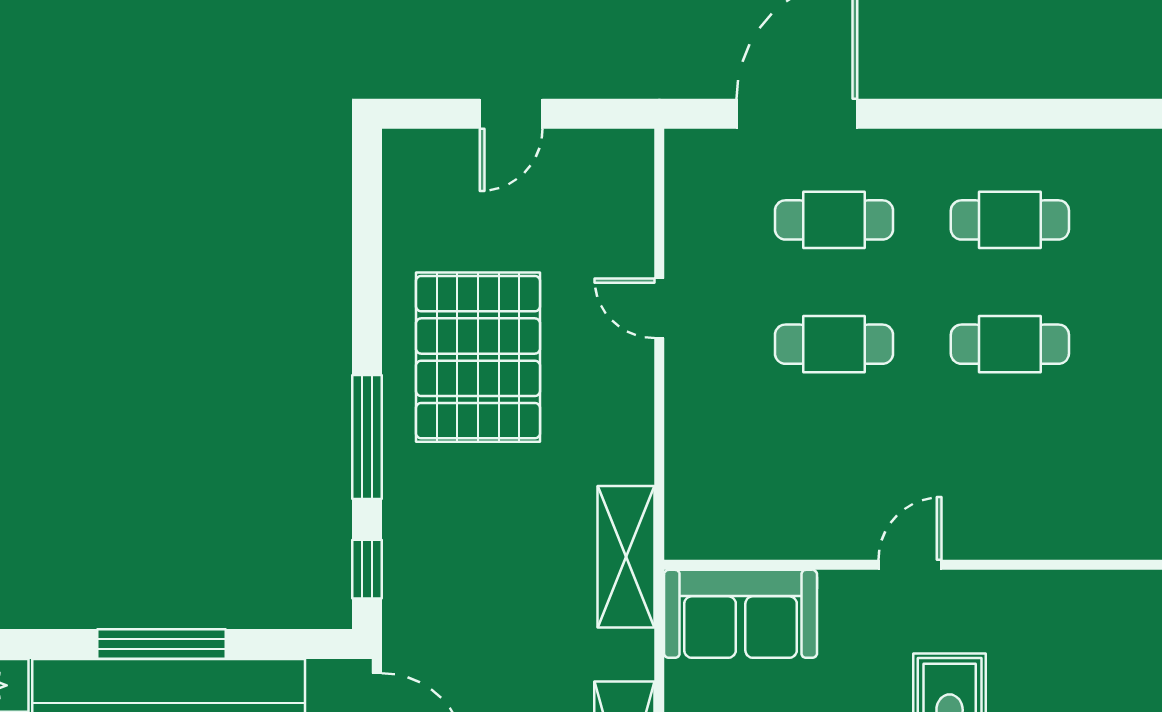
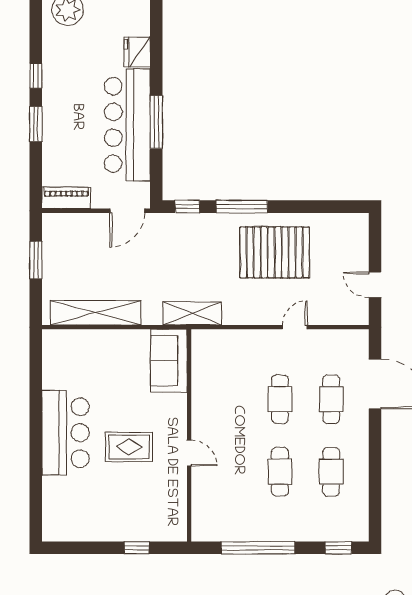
door: (511, 114) -> (375, 285), moved
door: (910, 565) -> (189, 453), moved

